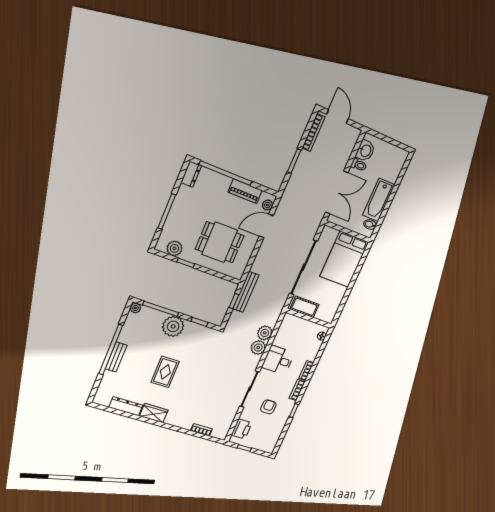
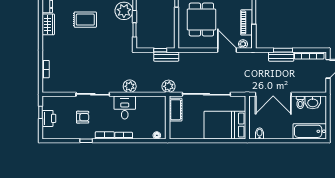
bench: (300, 166) -> (281, 57), added
bathtub: (379, 200) -> (310, 131), moved
bench: (246, 292) -> (166, 57), width x0.73
plant: (265, 333) -> (169, 86), moved
printer: (242, 429) -> (49, 118), moved, turned -90

